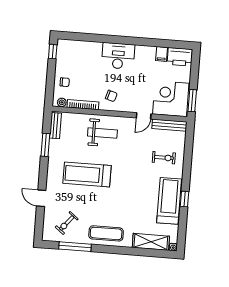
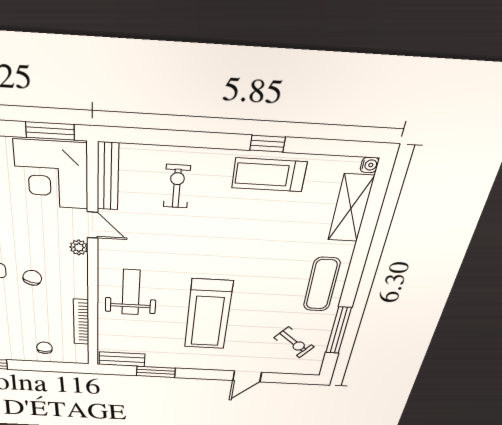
chair: (111, 96) -> (32, 278), moved
plant: (62, 102) -> (79, 247), moved
treadmill: (169, 201) -> (269, 175), width x0.73, depth x0.73

